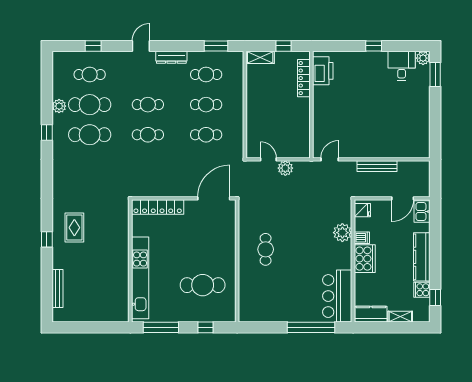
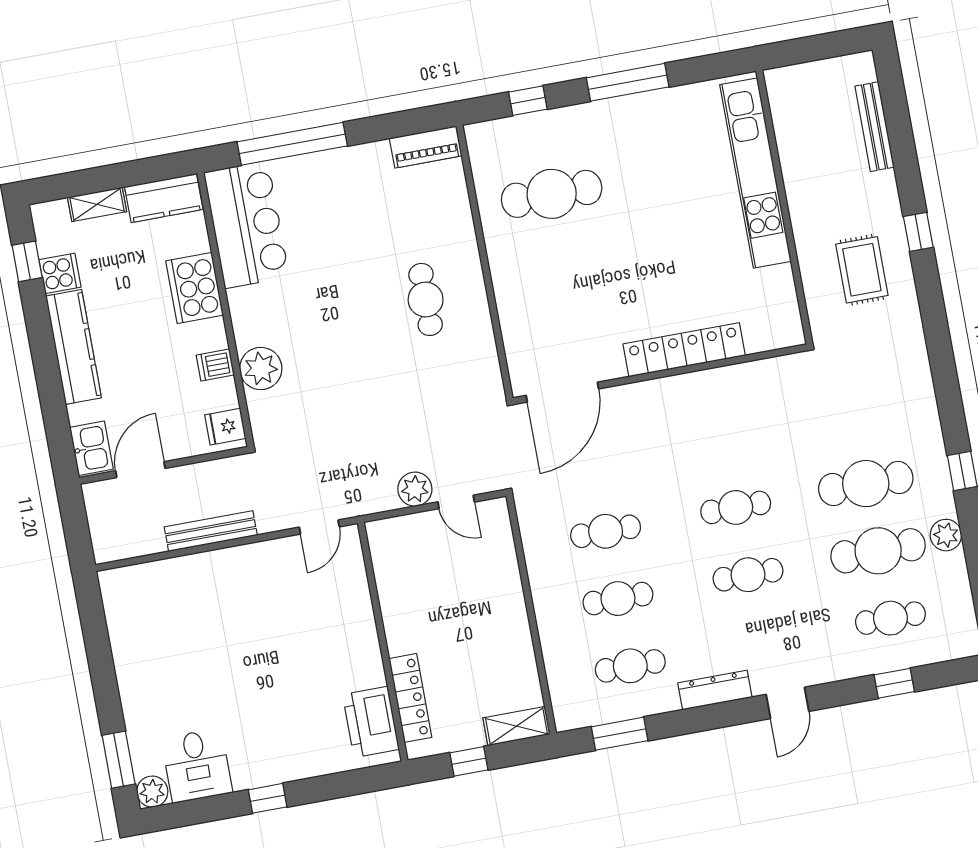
cooker: (365, 259) -> (195, 288), moved
wall: (130, 261) -> (784, 207), moved
kitchen unit: (140, 278) -> (755, 173), moved
piano: (253, 315) -> (426, 147), added

